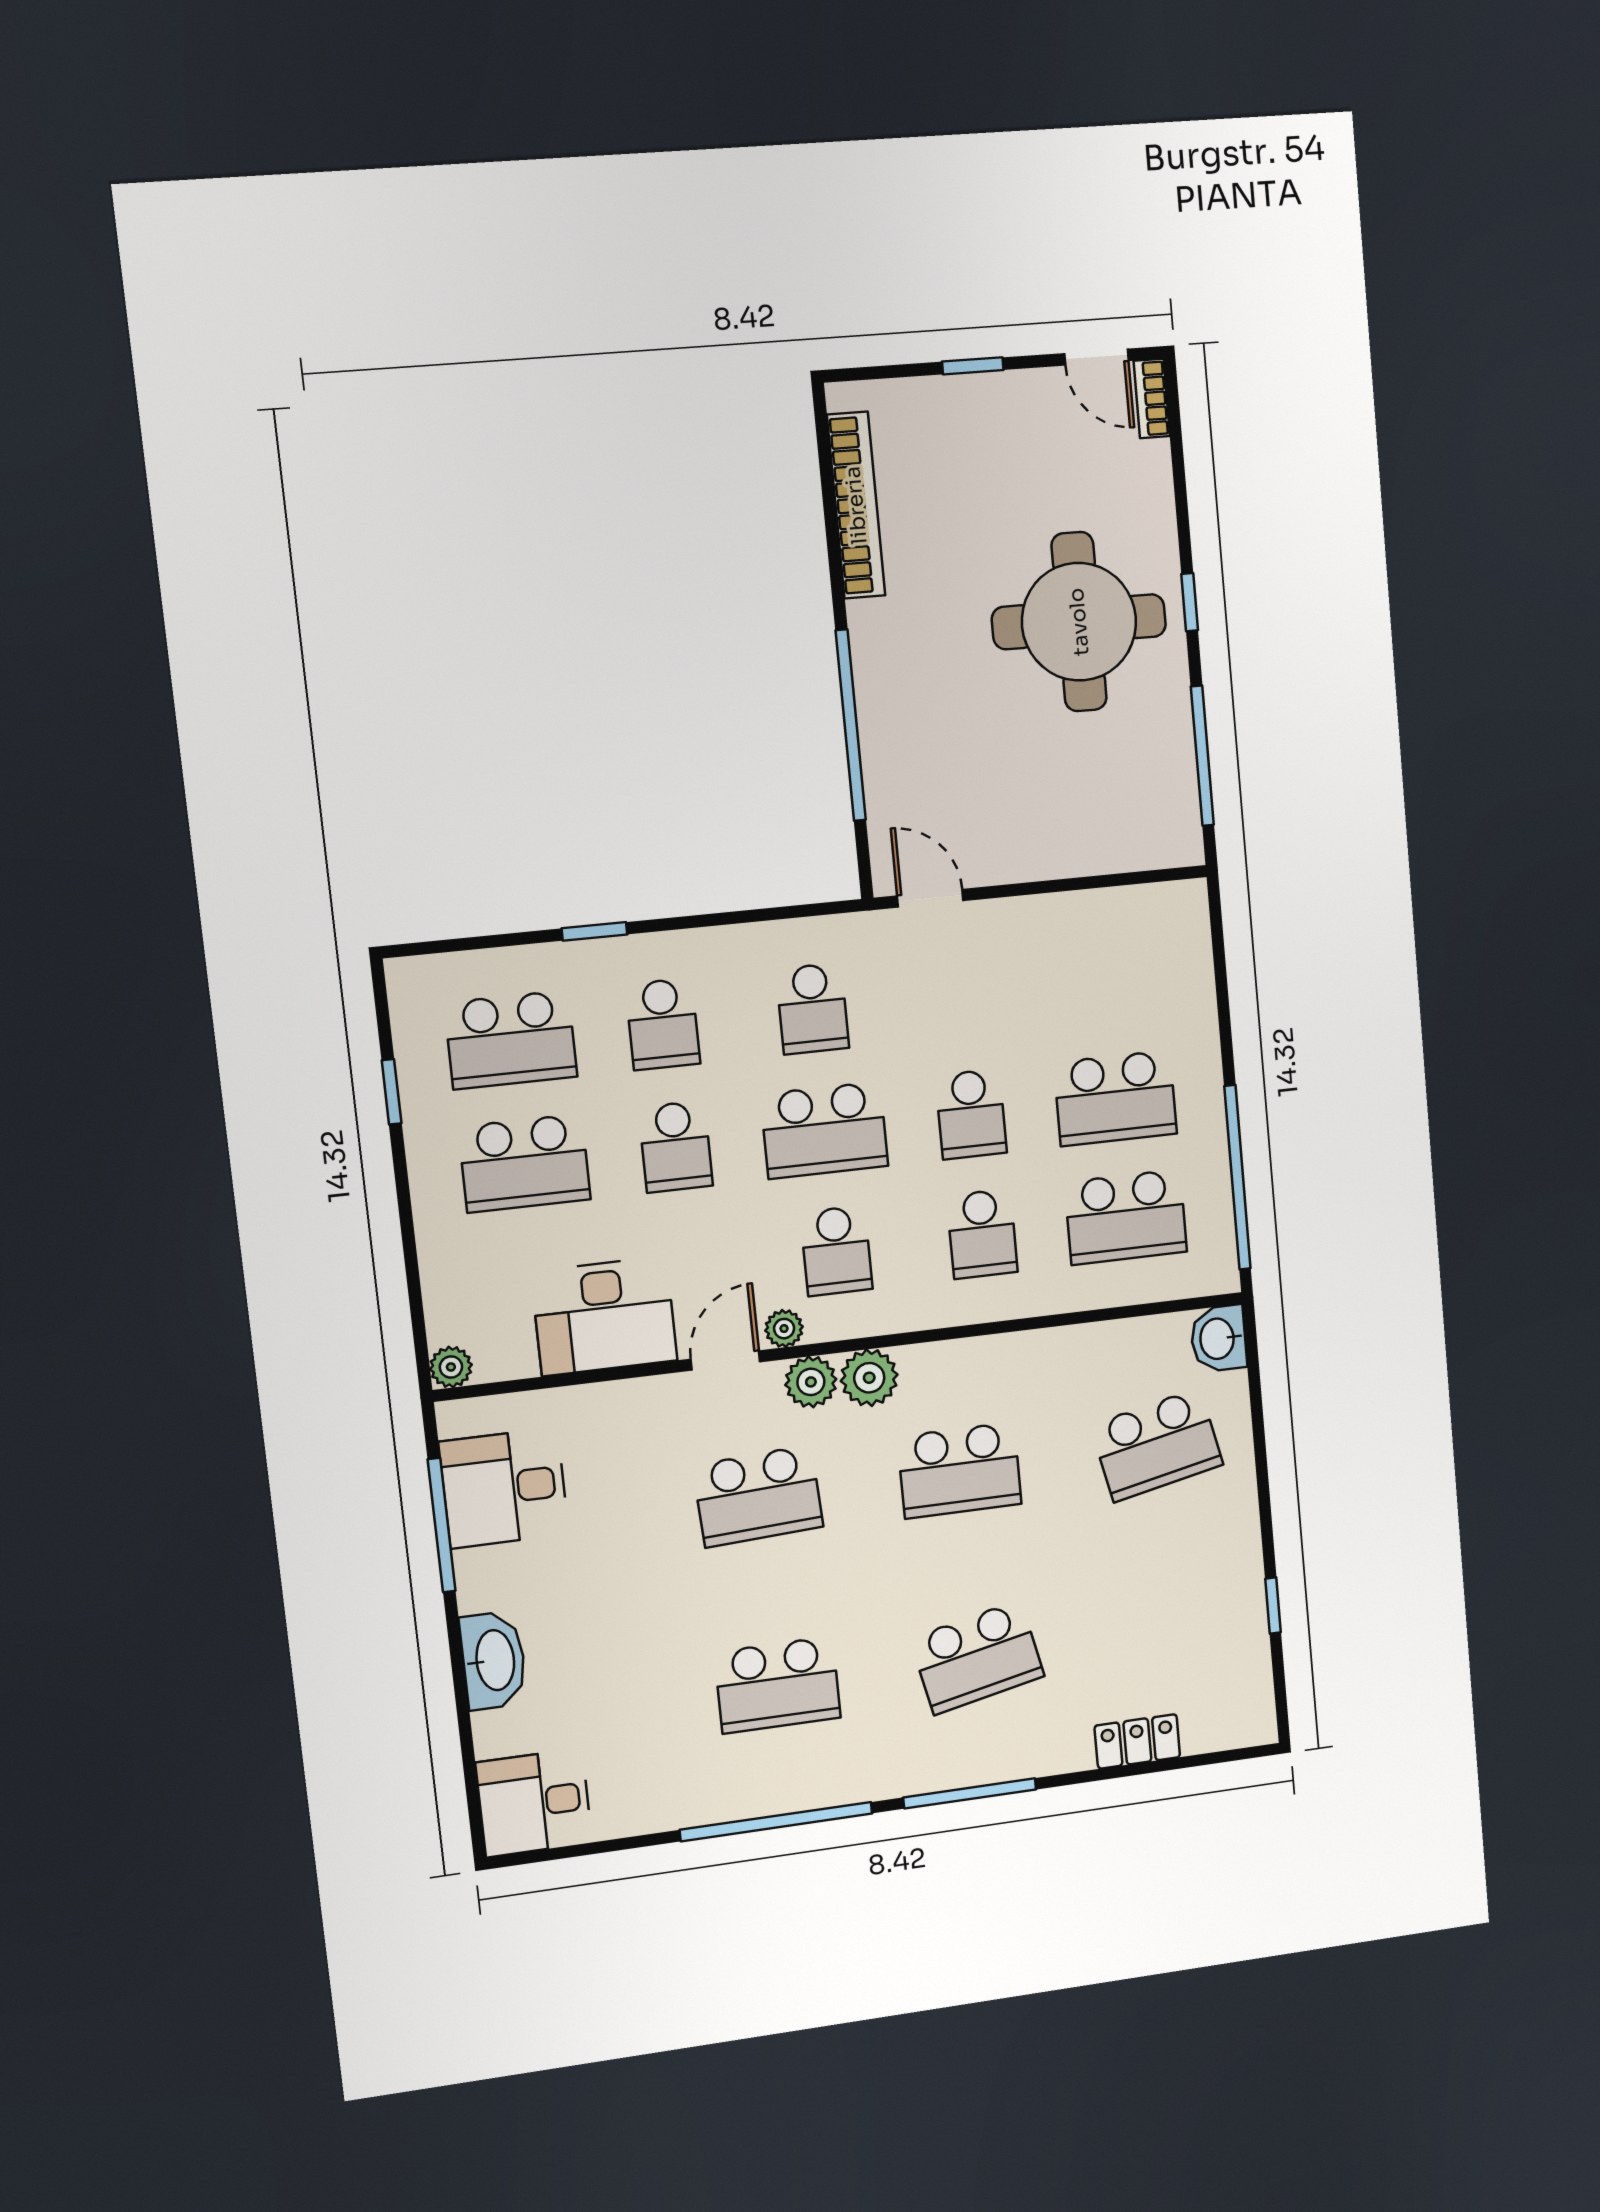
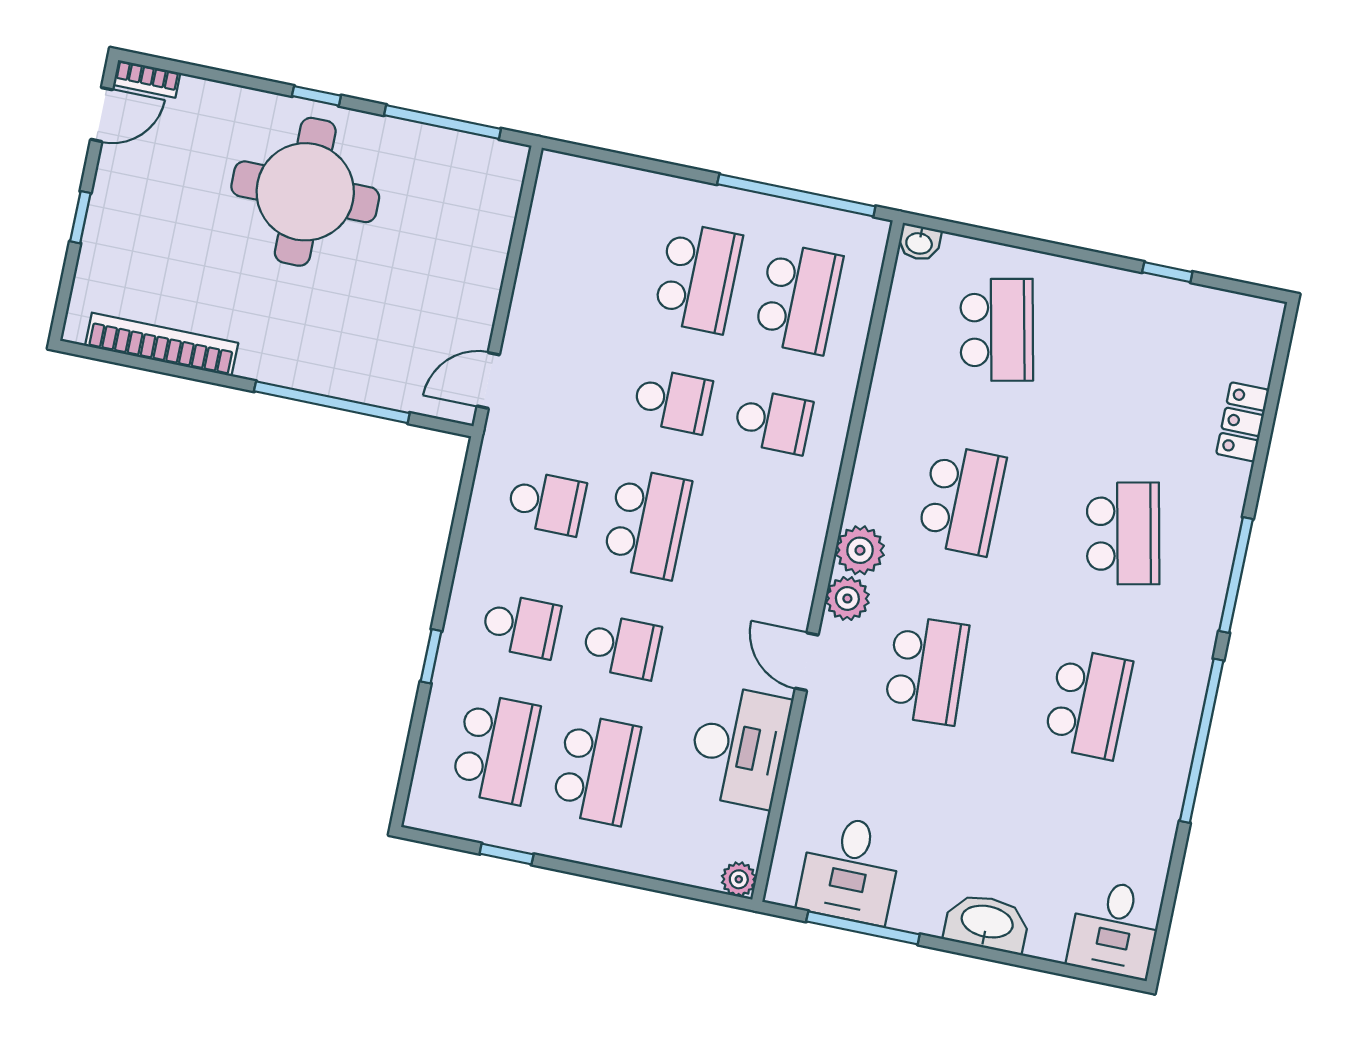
school desk: (836, 1251) -> (747, 545), removed
plant: (784, 1329) -> (797, 606), removed
washbasin: (1219, 1339) -> (919, 242), width x0.72, depth x0.69

